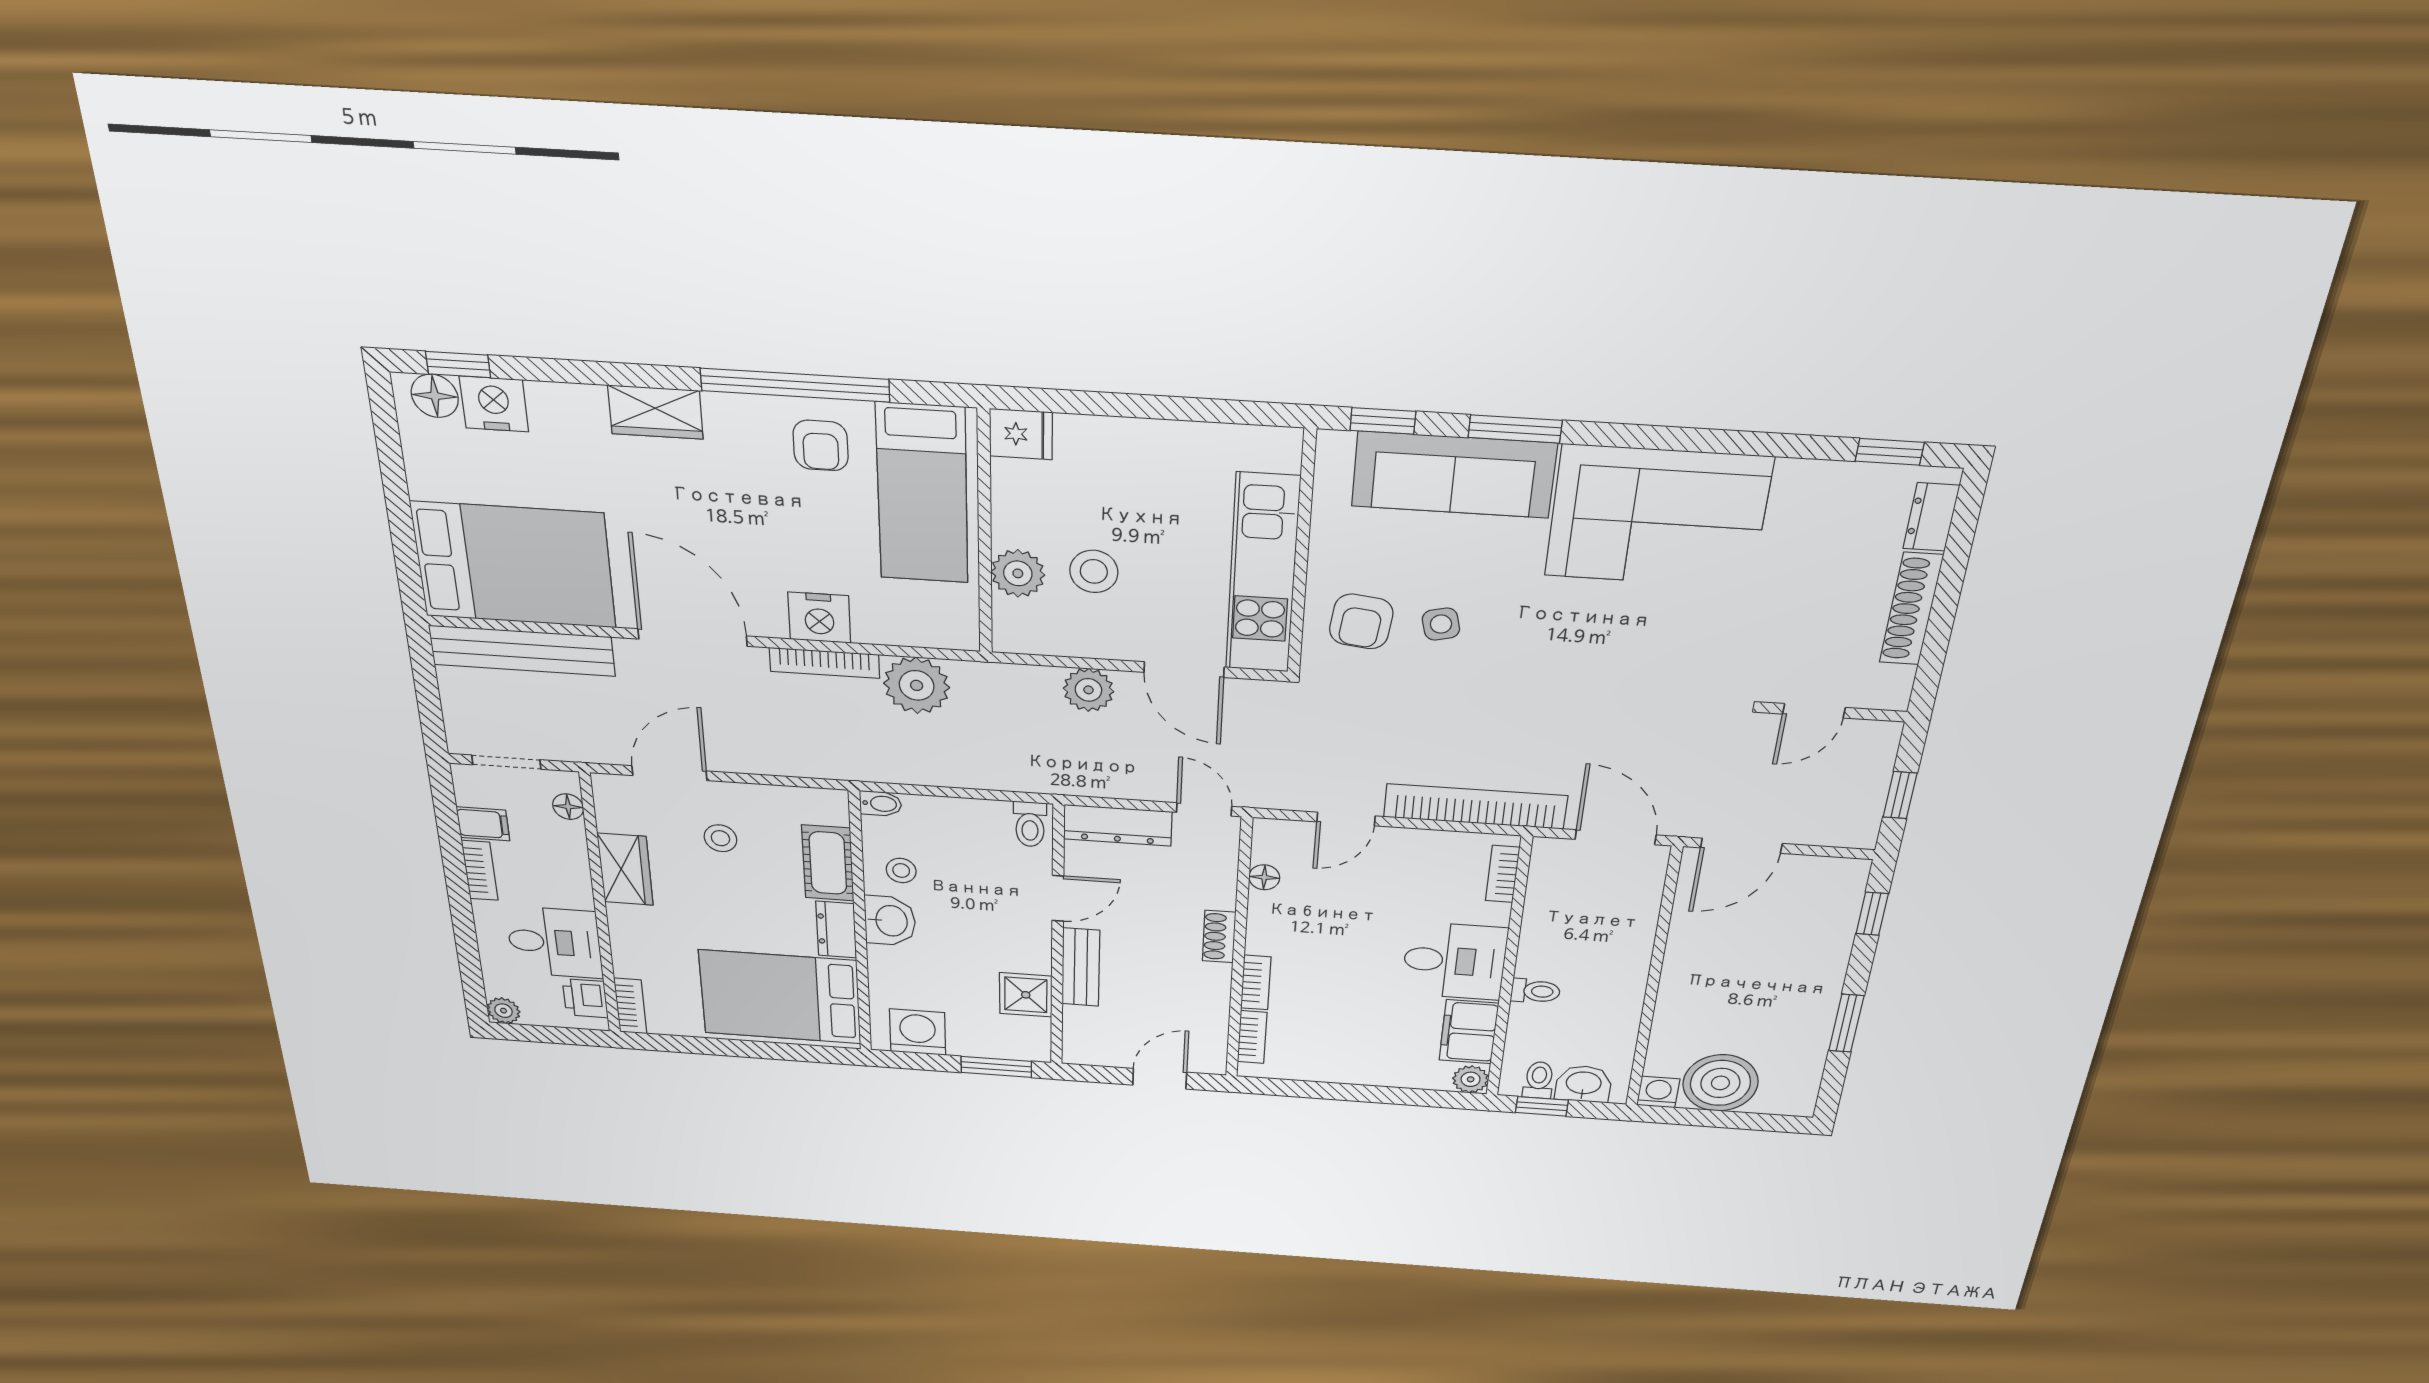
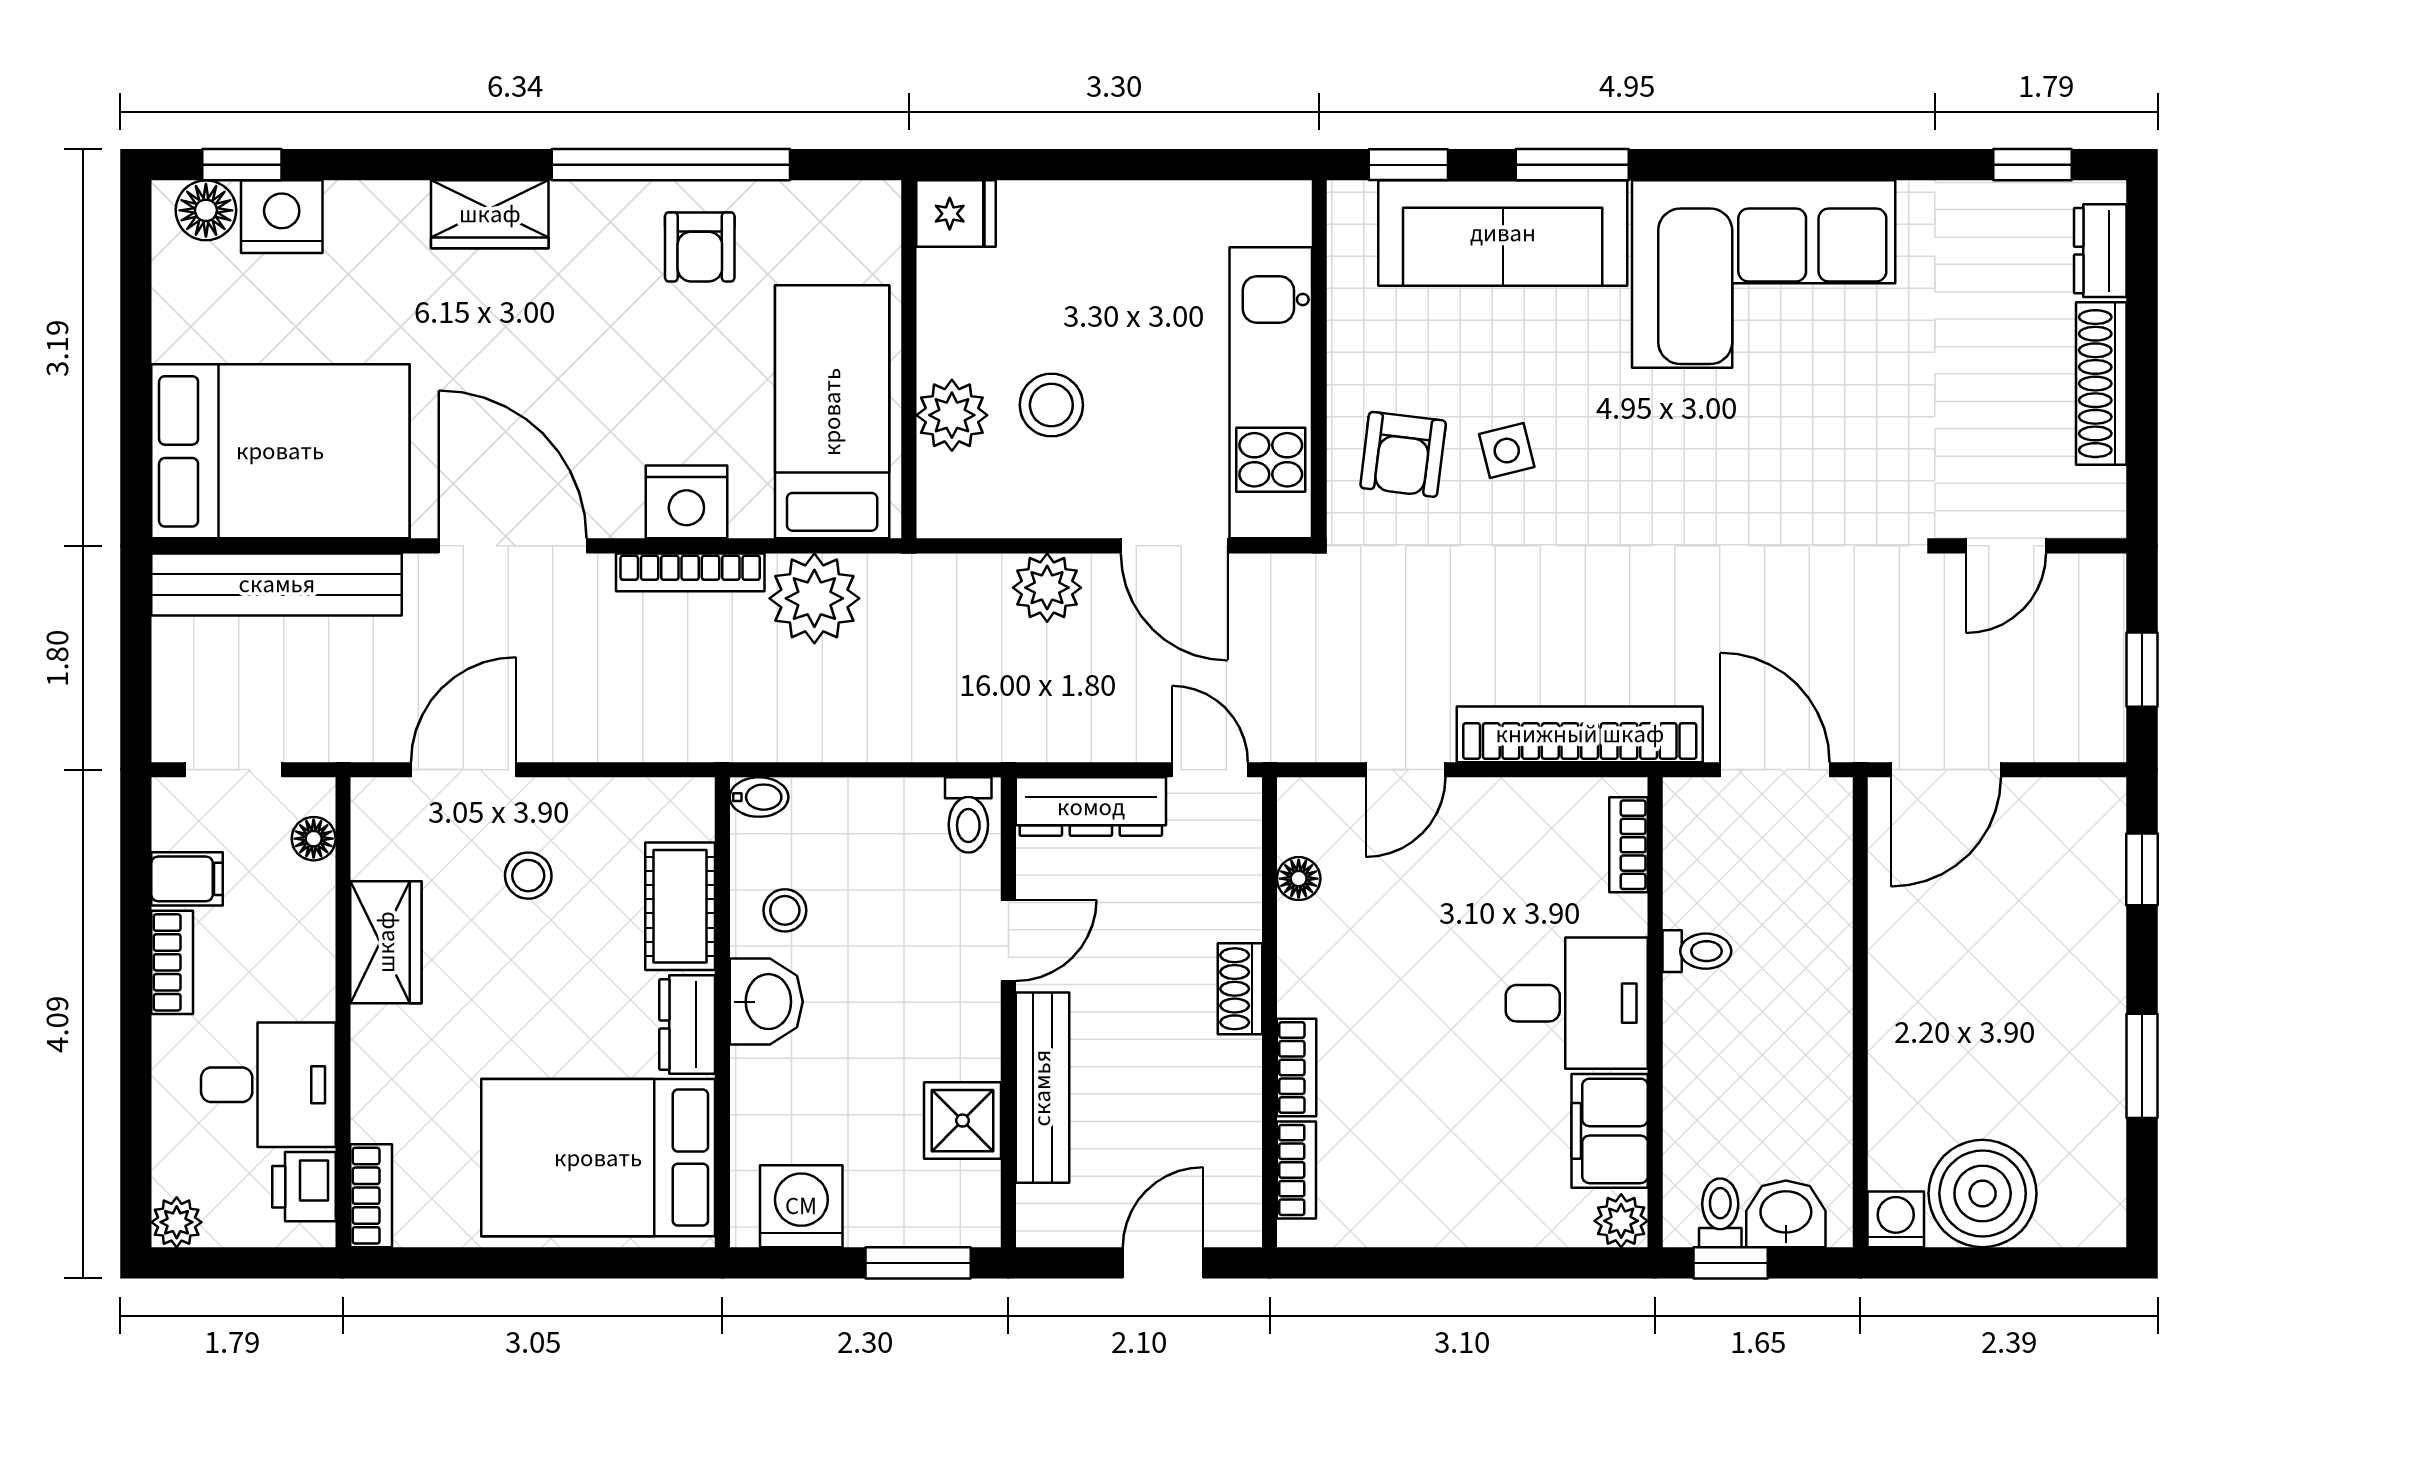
bed: (922, 494) -> (832, 412), moved, turned 180
bench: (1081, 967) -> (1042, 1088), width x1.36
toilet: (1535, 991) -> (1697, 951), moved

